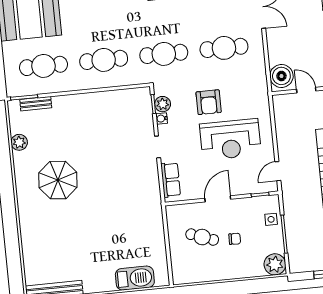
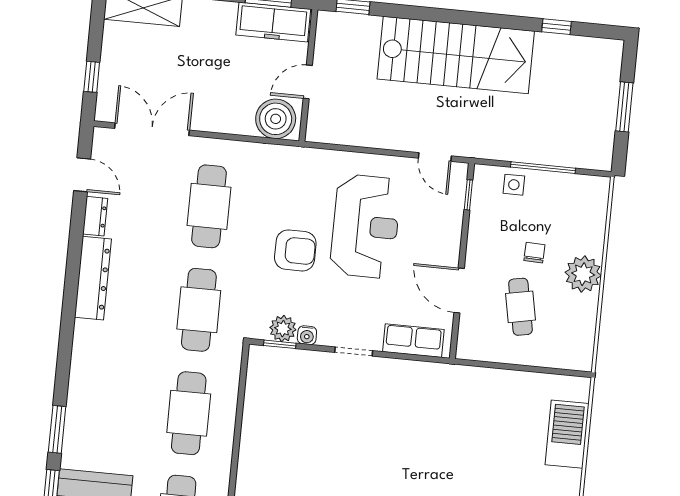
door: (218, 199) -> (459, 290), moved
cafe table: (202, 237) -> (520, 307), turned -31
plant: (275, 264) -> (583, 274), moved

